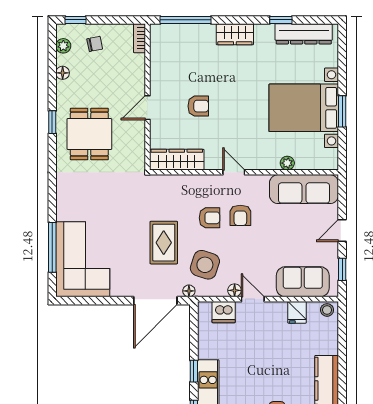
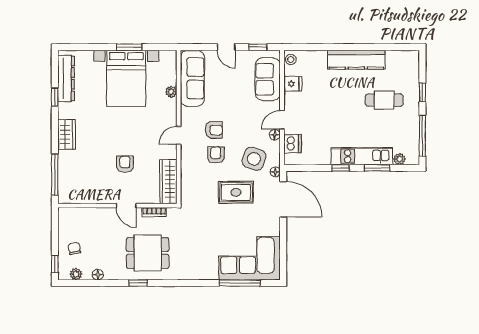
bookcase: (139, 38) -> (154, 212), moved

